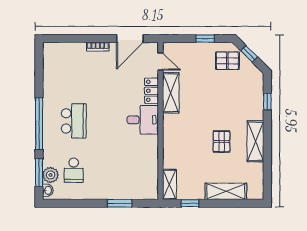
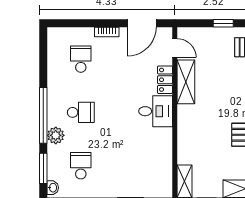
school desk: (74, 72) -> (81, 59), added
school desk: (74, 121) -> (81, 112), width x0.54
school desk: (74, 170) -> (81, 166), turned 180
plant: (51, 175) -> (56, 135), moved

